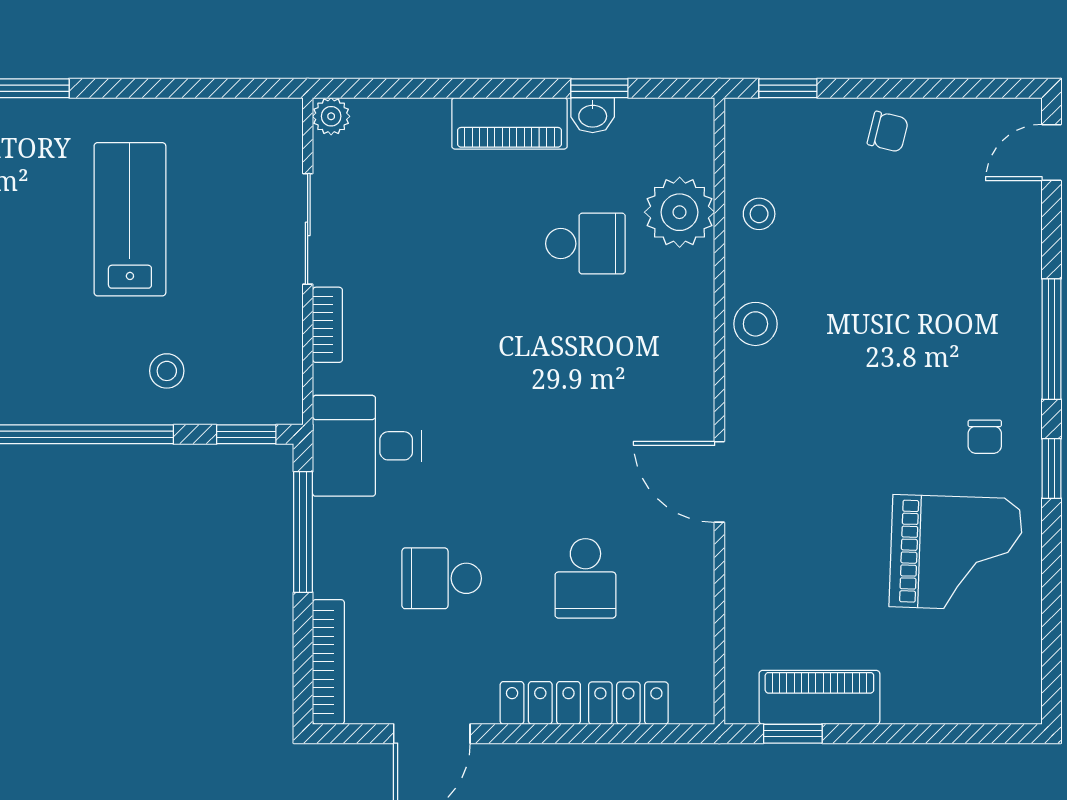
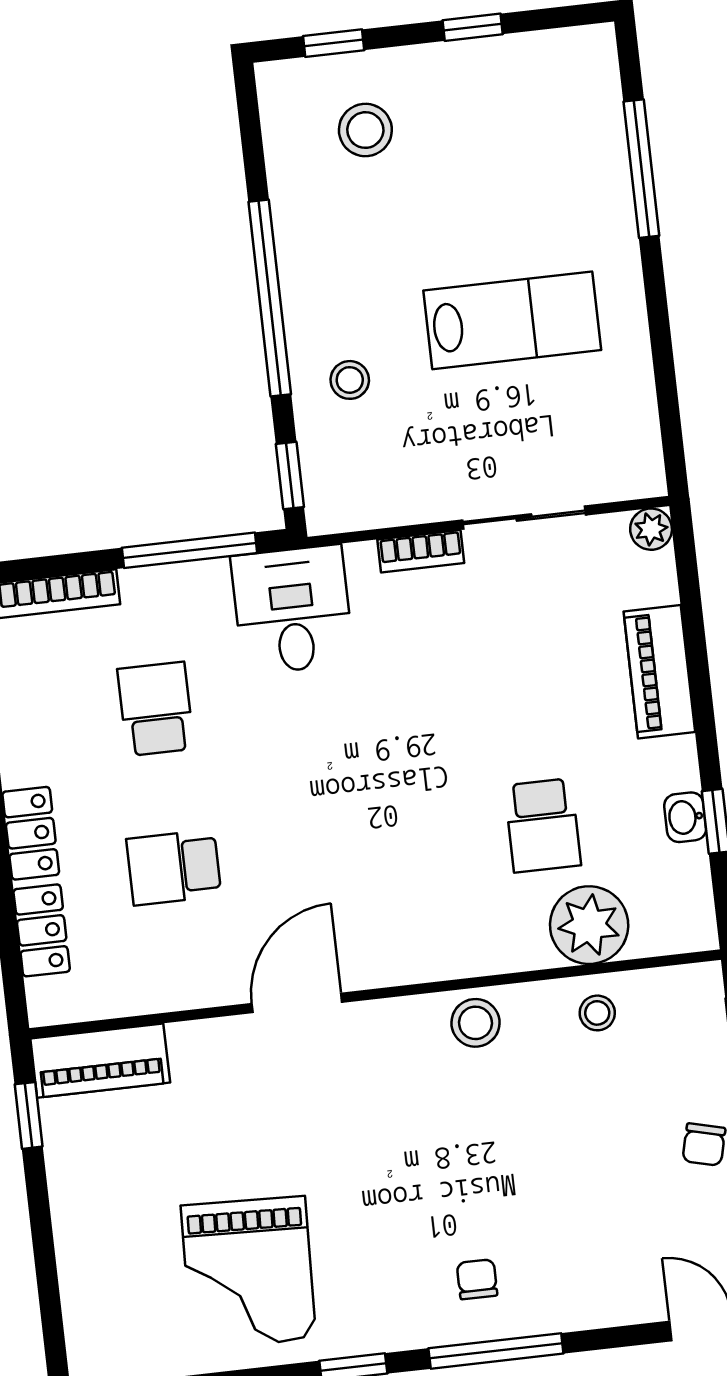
piano: (509, 123) -> (659, 672), moved
chair: (985, 437) -> (477, 1279), moved, turned 90
piano: (819, 697) -> (100, 1061), moved, turned 90

